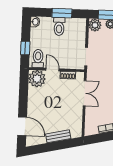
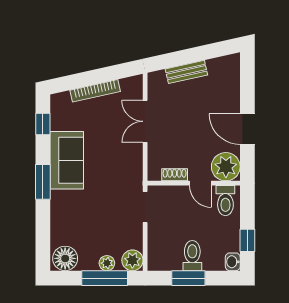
window: (25, 48) -> (247, 240), moved
double door: (85, 93) -> (145, 121), moved
door: (22, 126) -> (247, 129), moved

